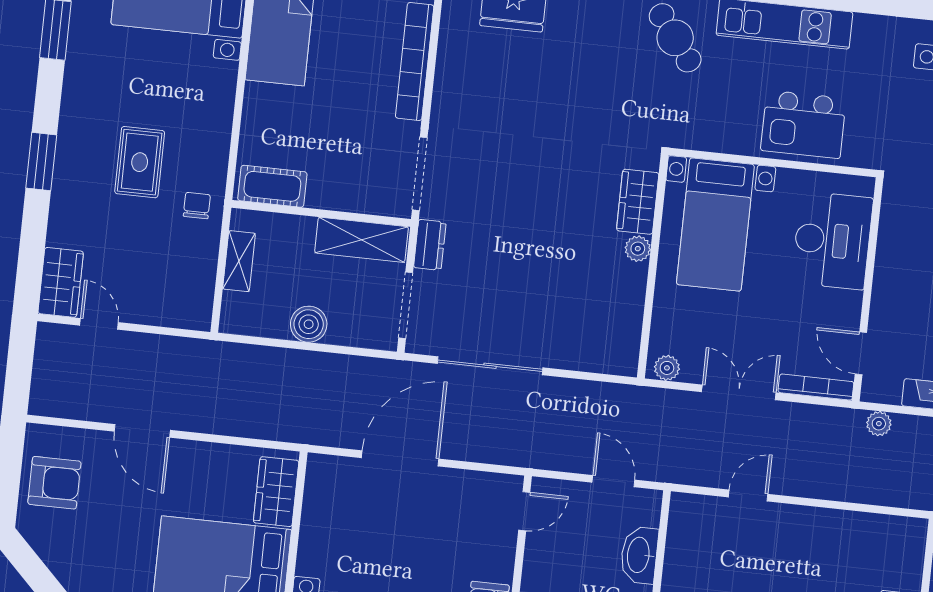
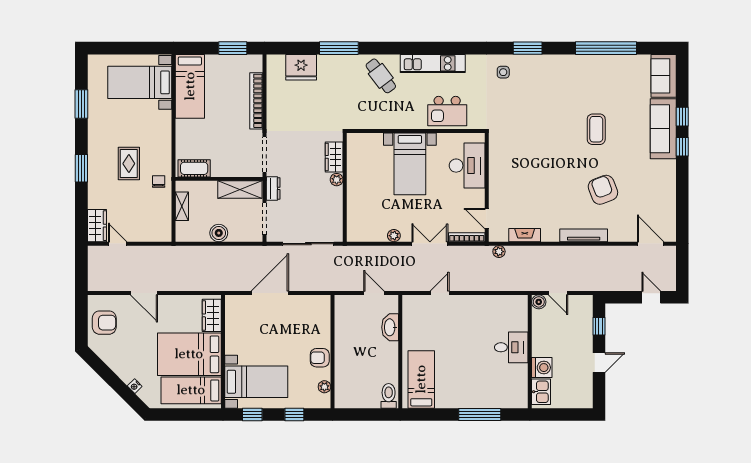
wardrobe: (638, 202) -> (334, 157), moved
plant: (638, 249) -> (337, 180), moved
wall: (653, 266) -> (345, 187), moved
door: (524, 511) -> (332, 312), removed

